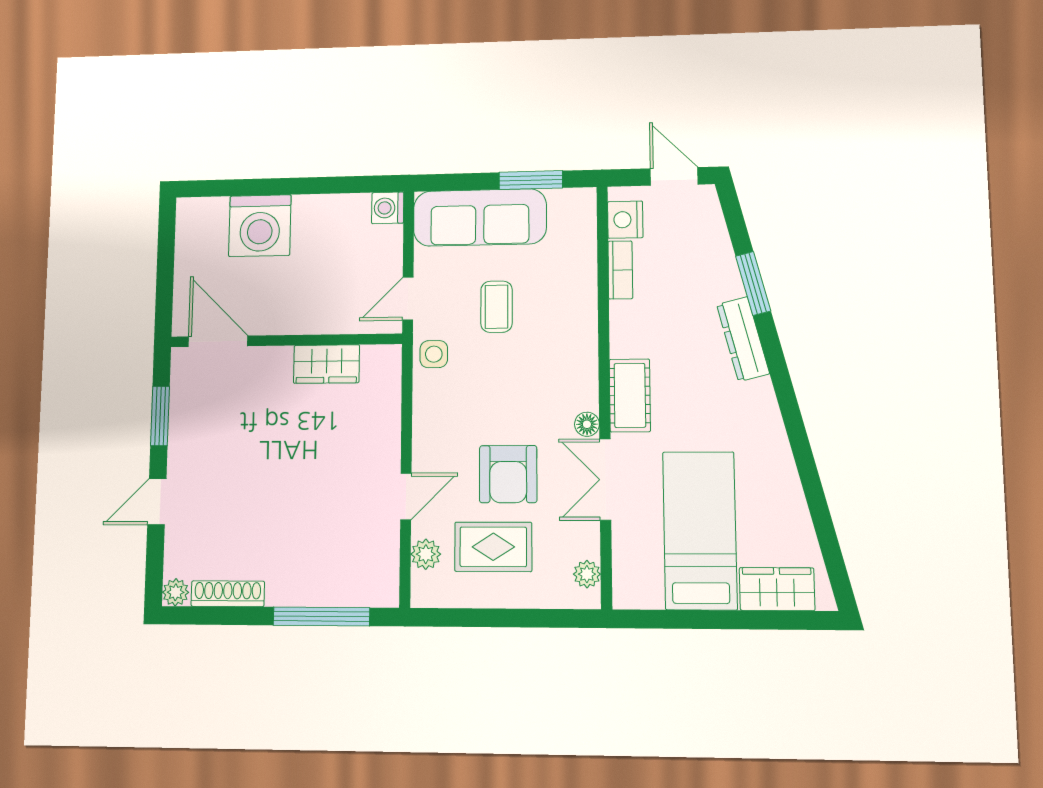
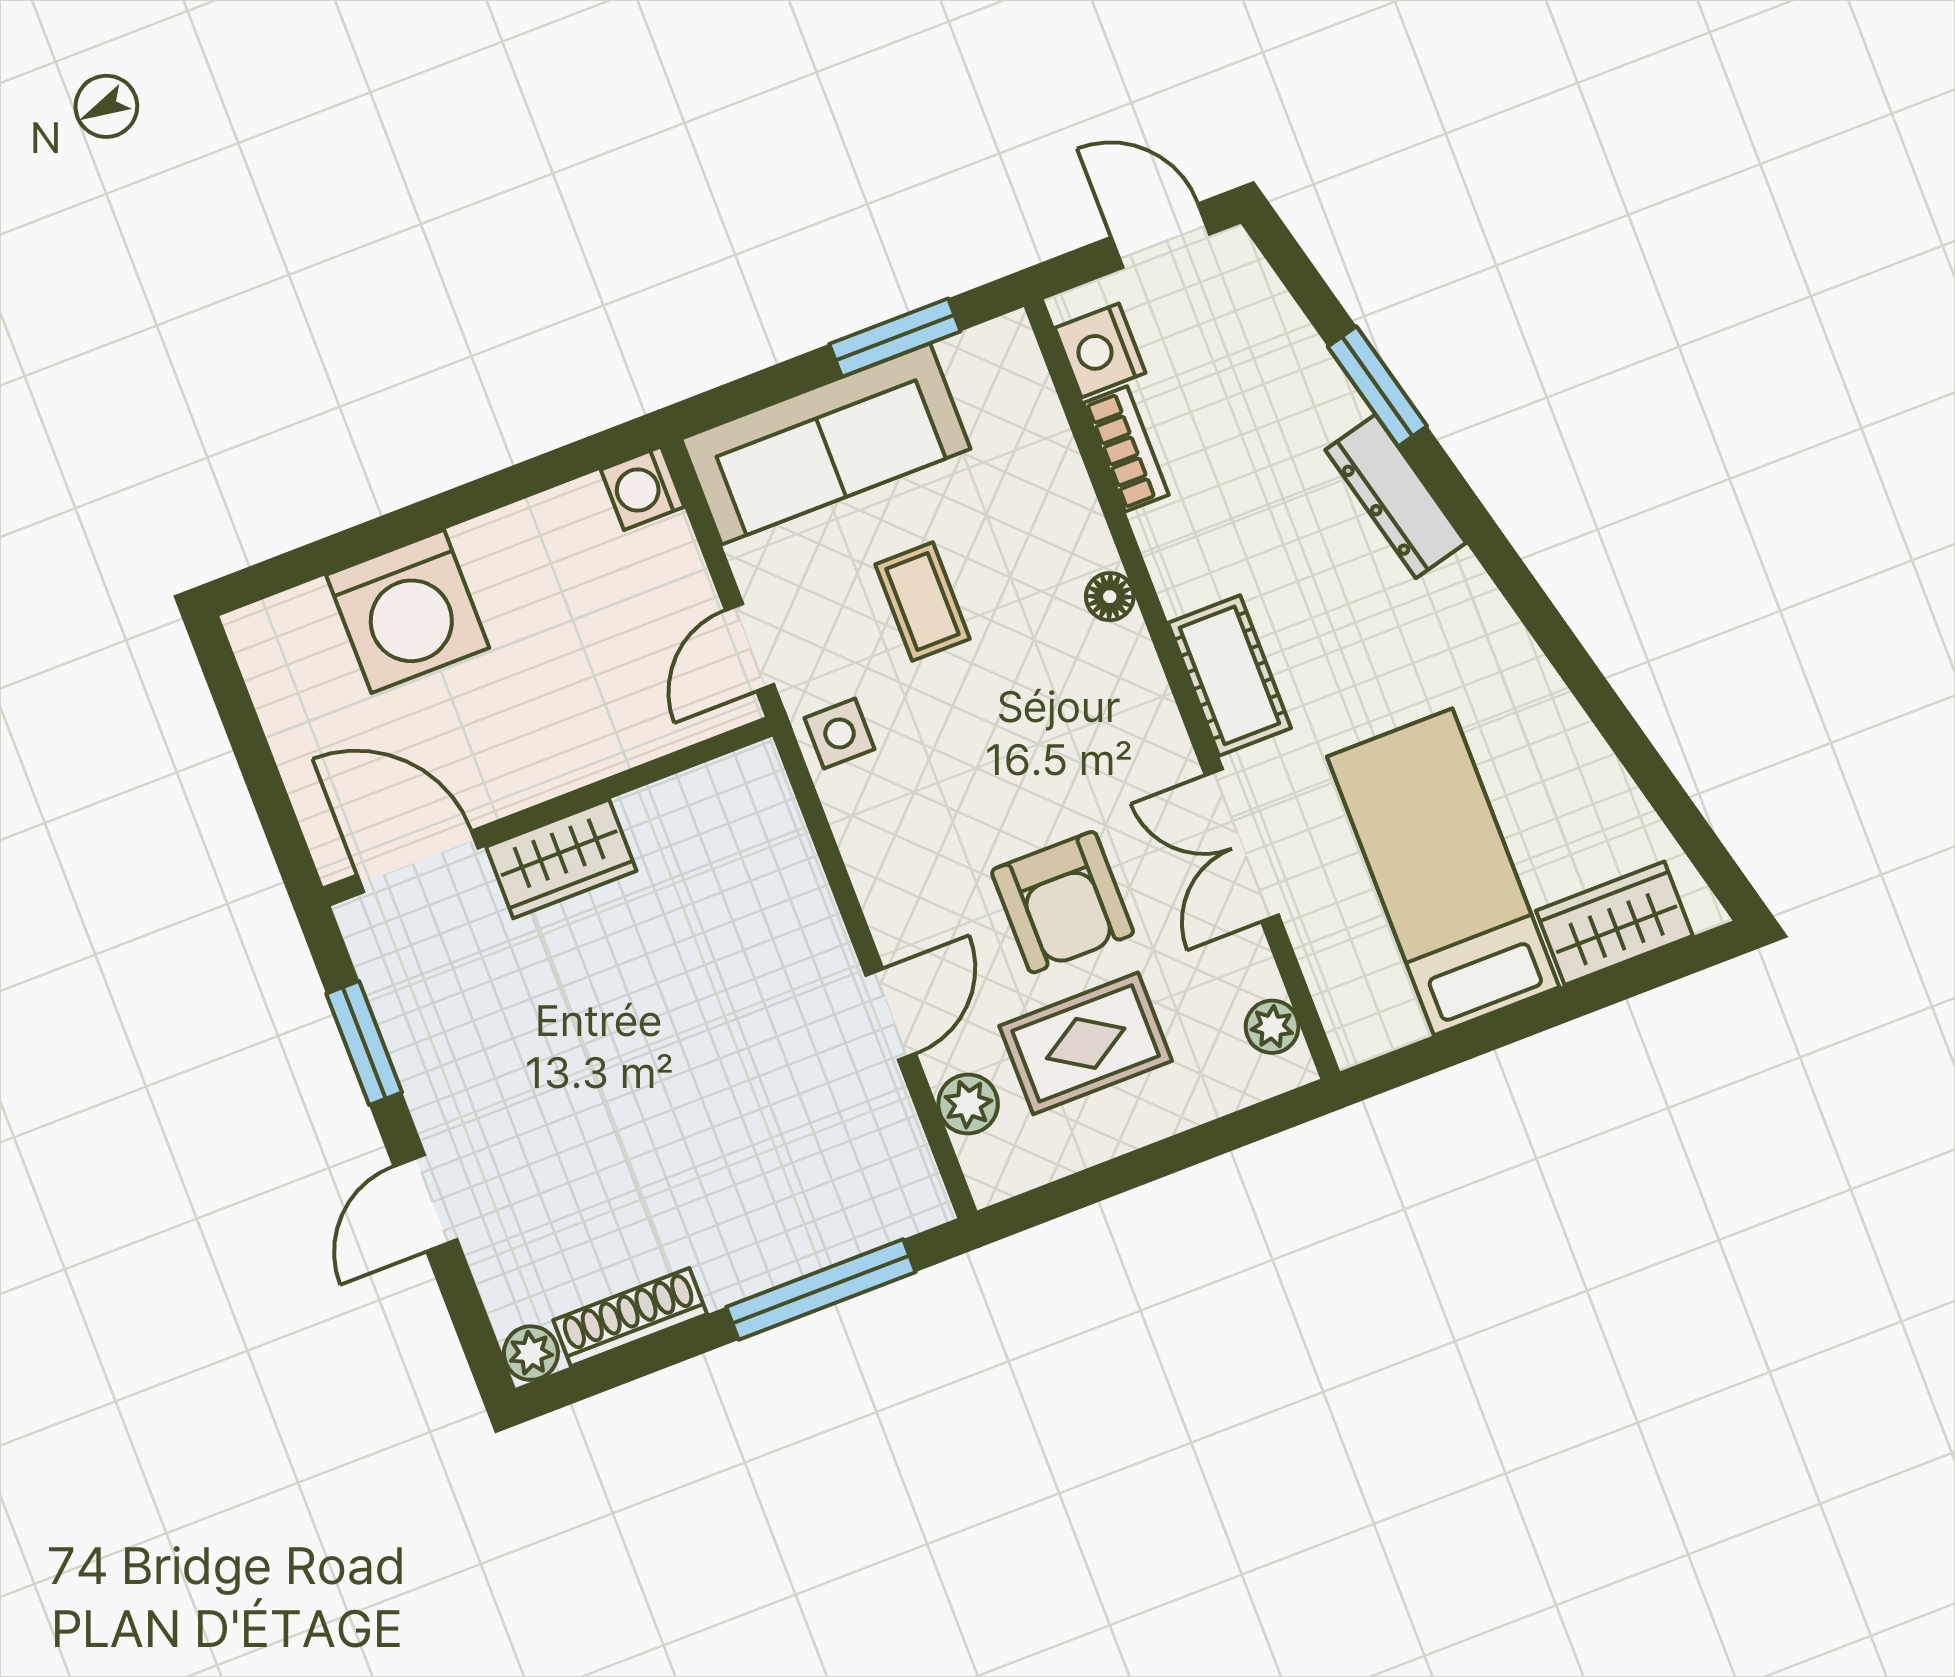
wardrobe: (326, 364) -> (561, 859), moved
floor lamp: (587, 424) -> (1110, 597), moved

